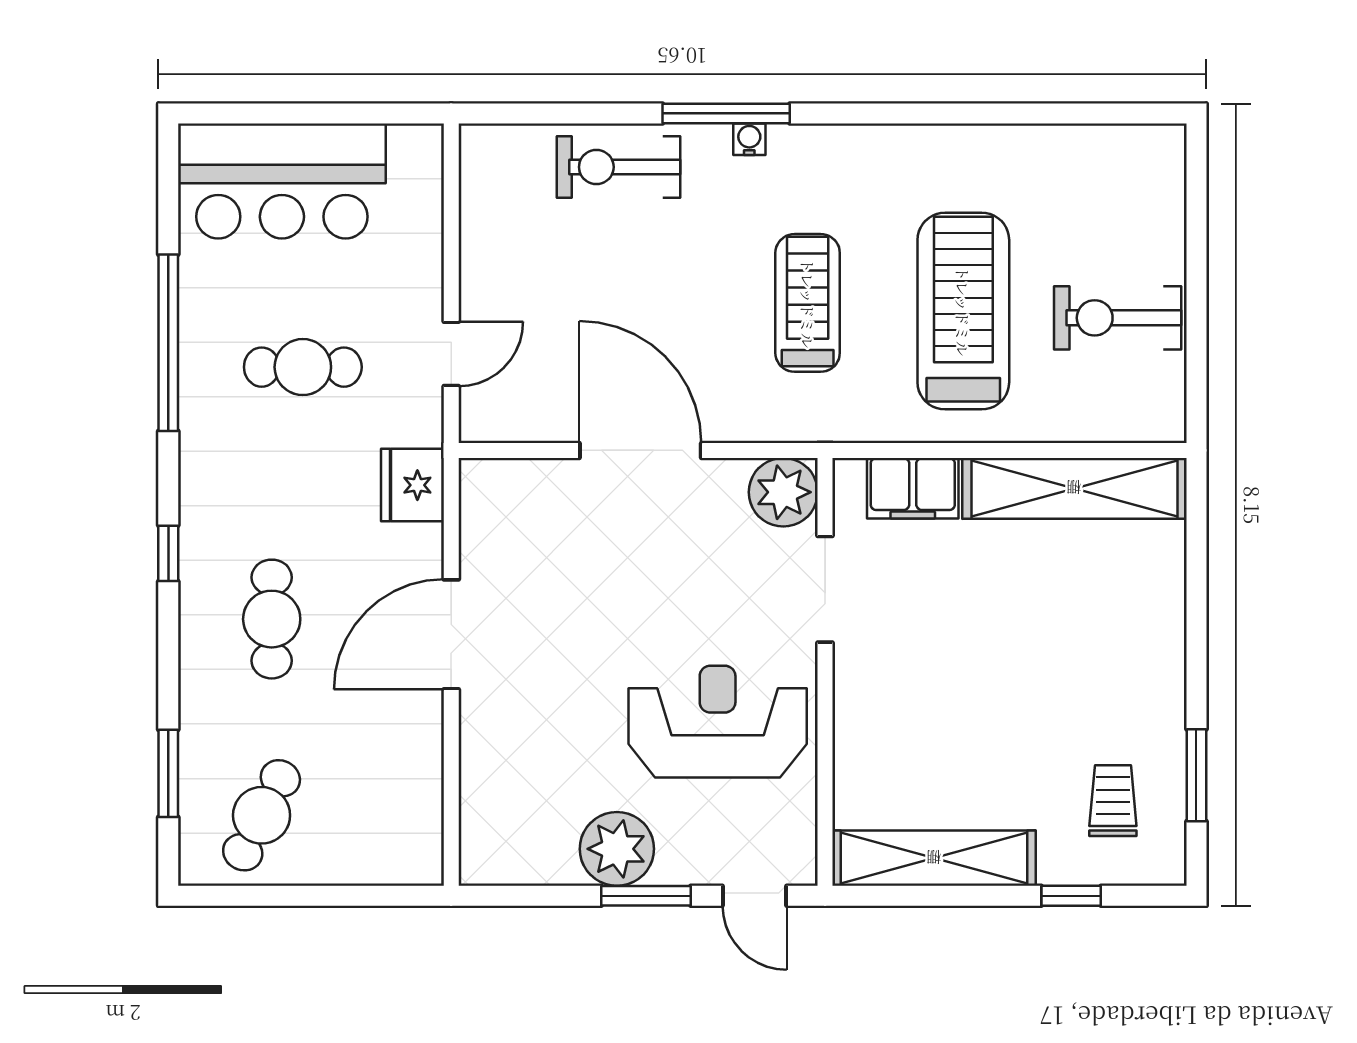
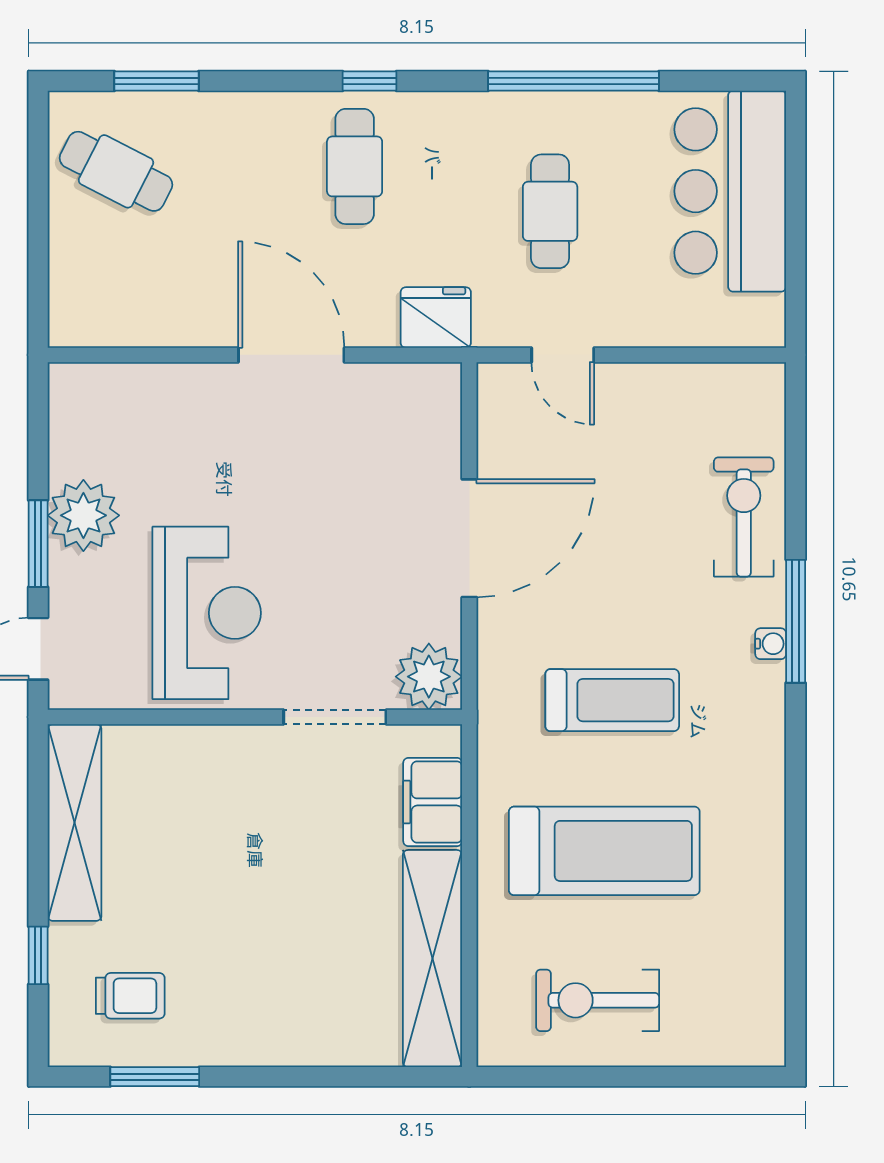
exercise bike: (1118, 318) -> (598, 1000), turned -90
cafe table: (272, 619) -> (355, 166), moved, turned 90

